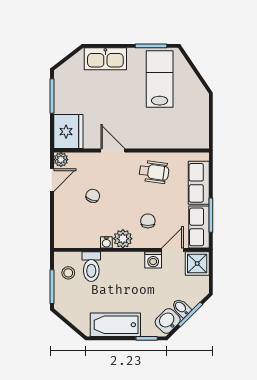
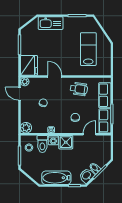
lab bench: (160, 79) -> (88, 49), moved
door: (52, 180) -> (19, 94), swing flipped
plant: (123, 239) -> (26, 128), moved
washing machine: (153, 260) -> (53, 140), moved
shower: (197, 263) -> (66, 142), moved

